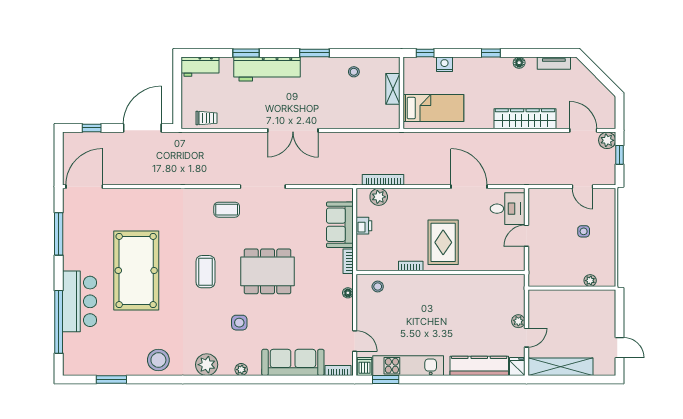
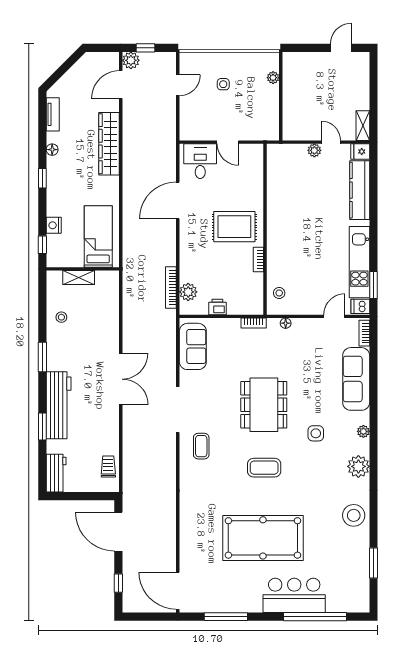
sofa: (340, 225) -> (193, 346), moved, turned -90
shelving: (560, 367) -> (363, 126), width x0.45, depth x0.75

